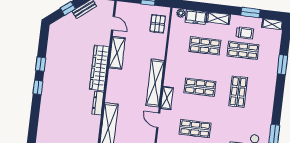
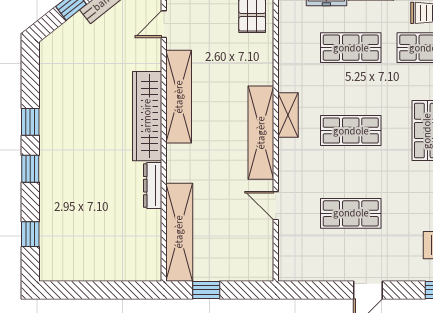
door: (113, 23) -> (164, 24), swing flipped
shelving: (117, 53) -> (179, 97), width x1.47
shelving: (167, 98) -> (288, 115), moved
window: (34, 120) -> (30, 234), added

